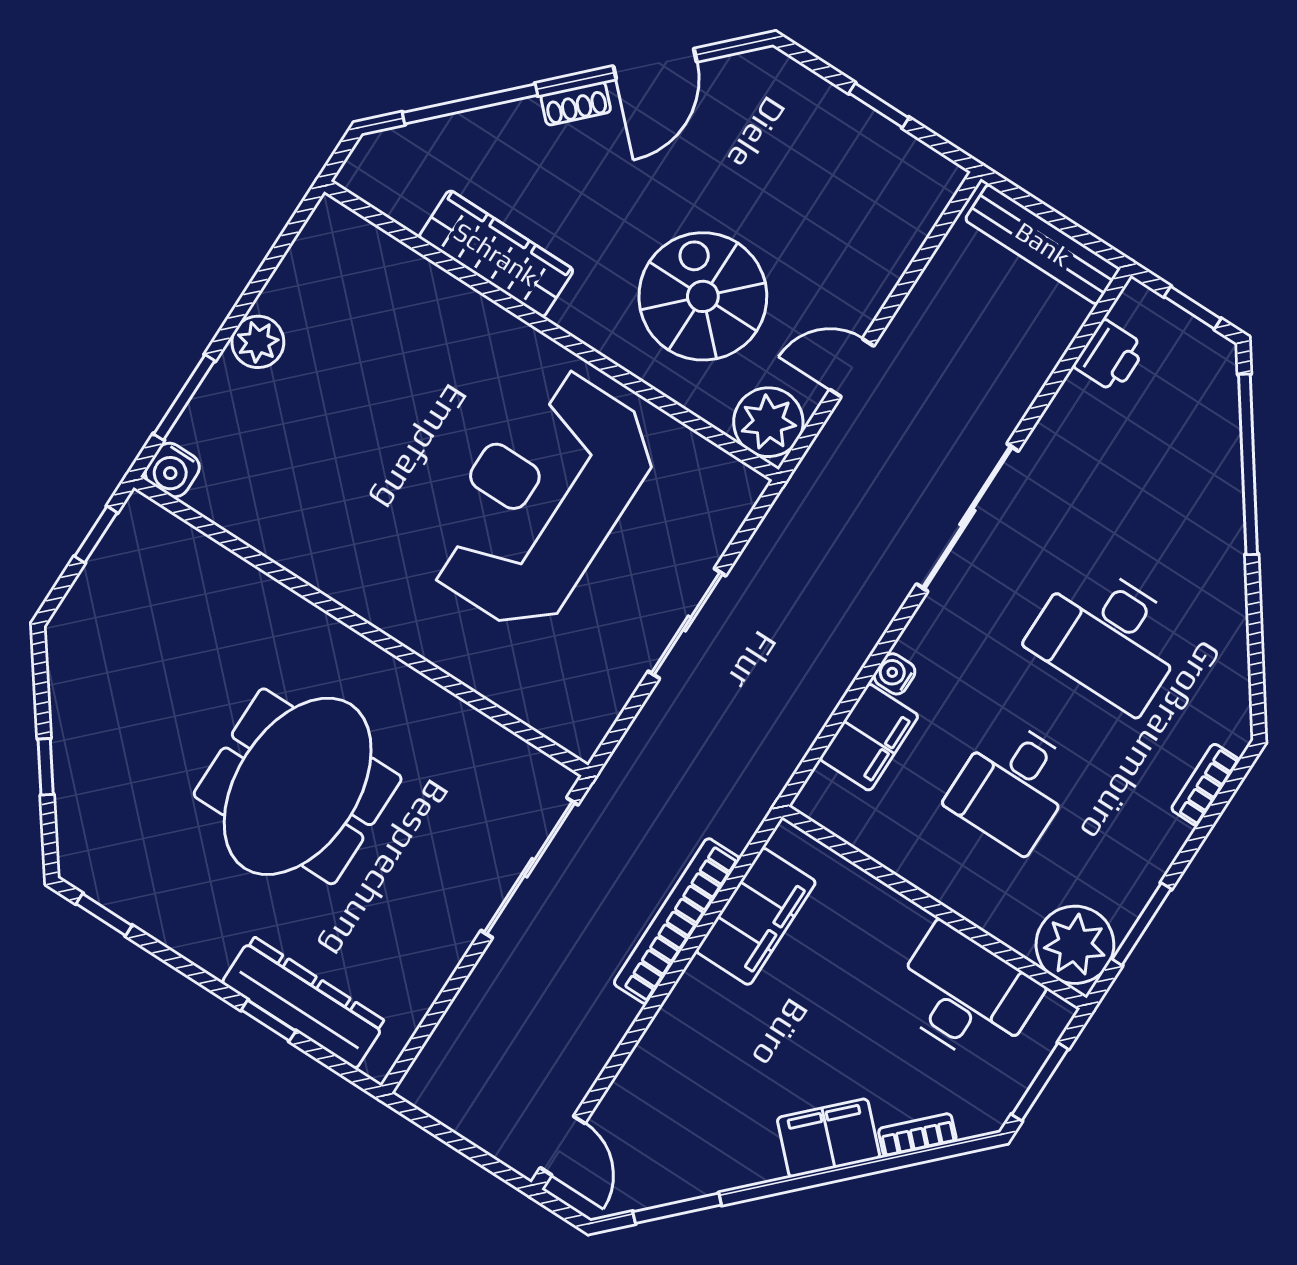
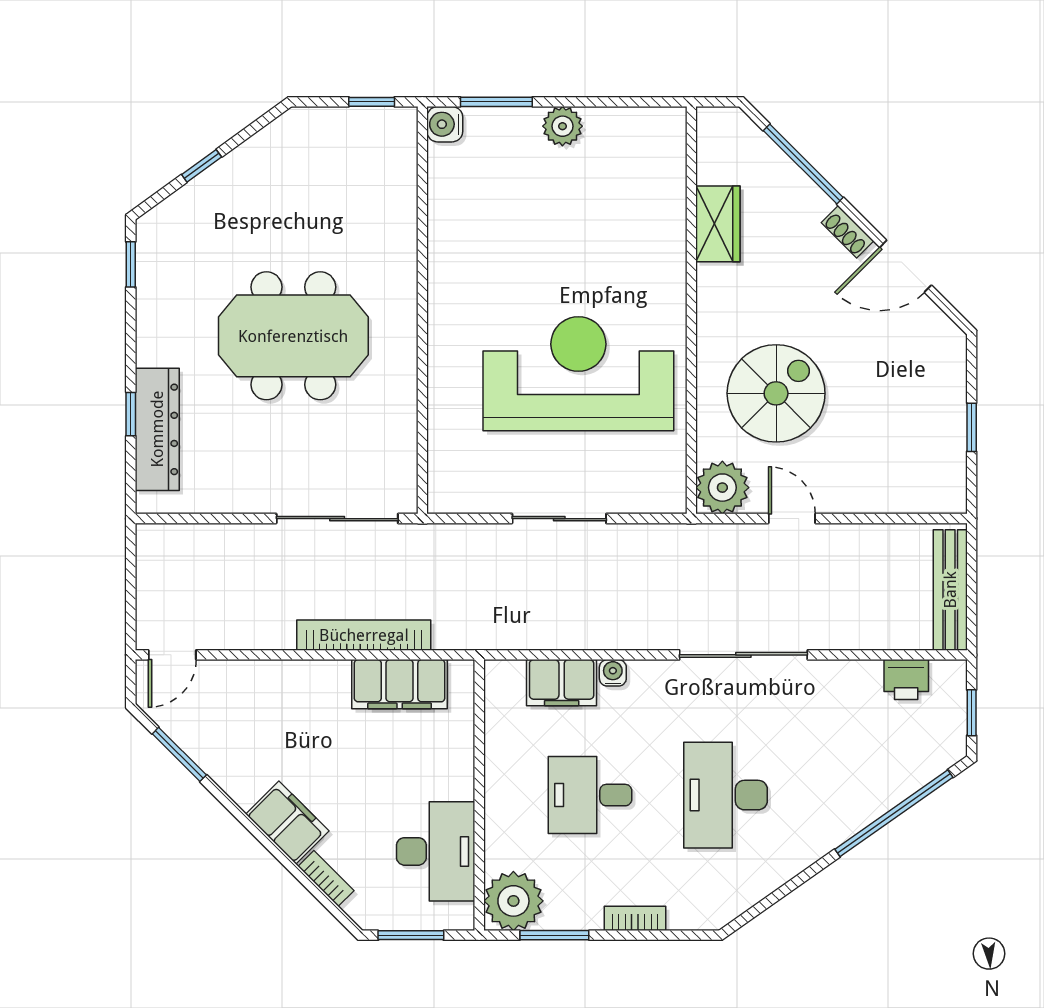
wardrobe: (496, 254) -> (718, 224), width x0.67
bookcase: (1205, 785) -> (635, 918), moved

